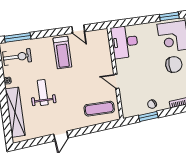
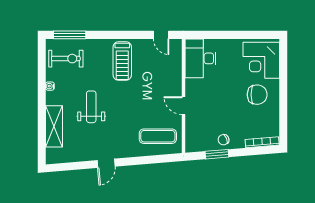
window: (169, 16) -> (260, 35), removed
door: (78, 29) -> (161, 35), moved
shelving: (15, 112) -> (54, 126), width x0.68

